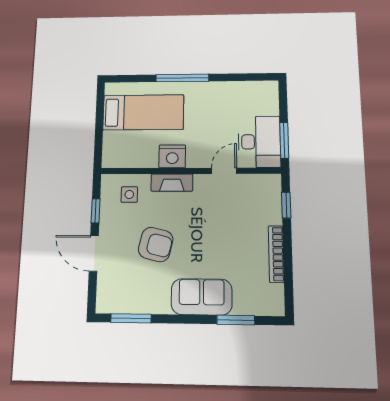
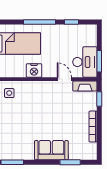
window: (236, 77) -> (72, 22), added
door: (224, 171) -> (64, 79), hinge flipped
fireplace: (172, 183) -> (85, 86), moved
armchair: (156, 244) -> (25, 122), removed

